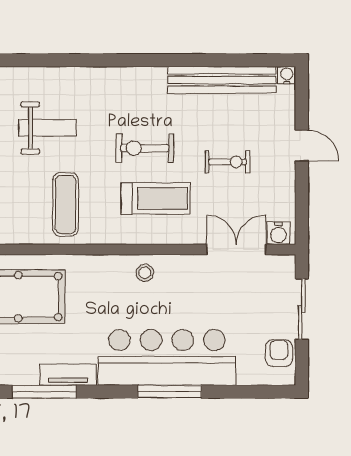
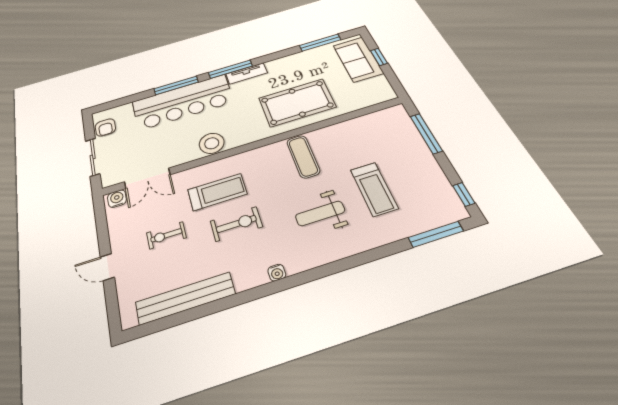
water cooler: (287, 75) -> (277, 273), moved
treadmill: (156, 198) -> (217, 192), turned 180
exercise mat: (65, 204) -> (303, 156), moved
stool: (145, 273) -> (212, 143), width x1.89, depth x1.89
window: (44, 392) -> (230, 69), moved

